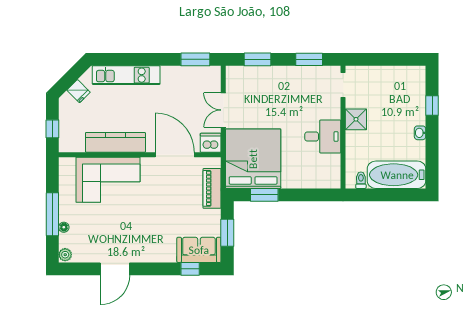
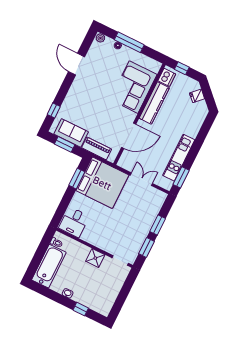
window: (258, 59) -> (158, 225), moved
kitchen unit: (126, 75) -> (179, 158), moved
desk: (323, 137) -> (74, 222), moved
dishwasher: (211, 143) -> (167, 77), moved
sofa: (199, 250) -> (71, 133), moved, turned -90

